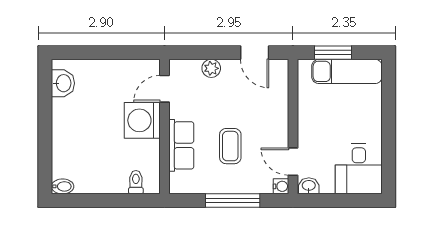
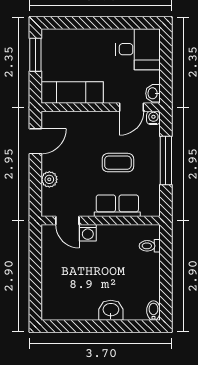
window: (333, 53) -> (35, 55), moved
exam couch: (347, 71) -> (72, 93), moved, turned -90
washbasin: (63, 83) -> (111, 310), moved
washing machine: (142, 120) -> (88, 233), width x0.53, depth x0.53

